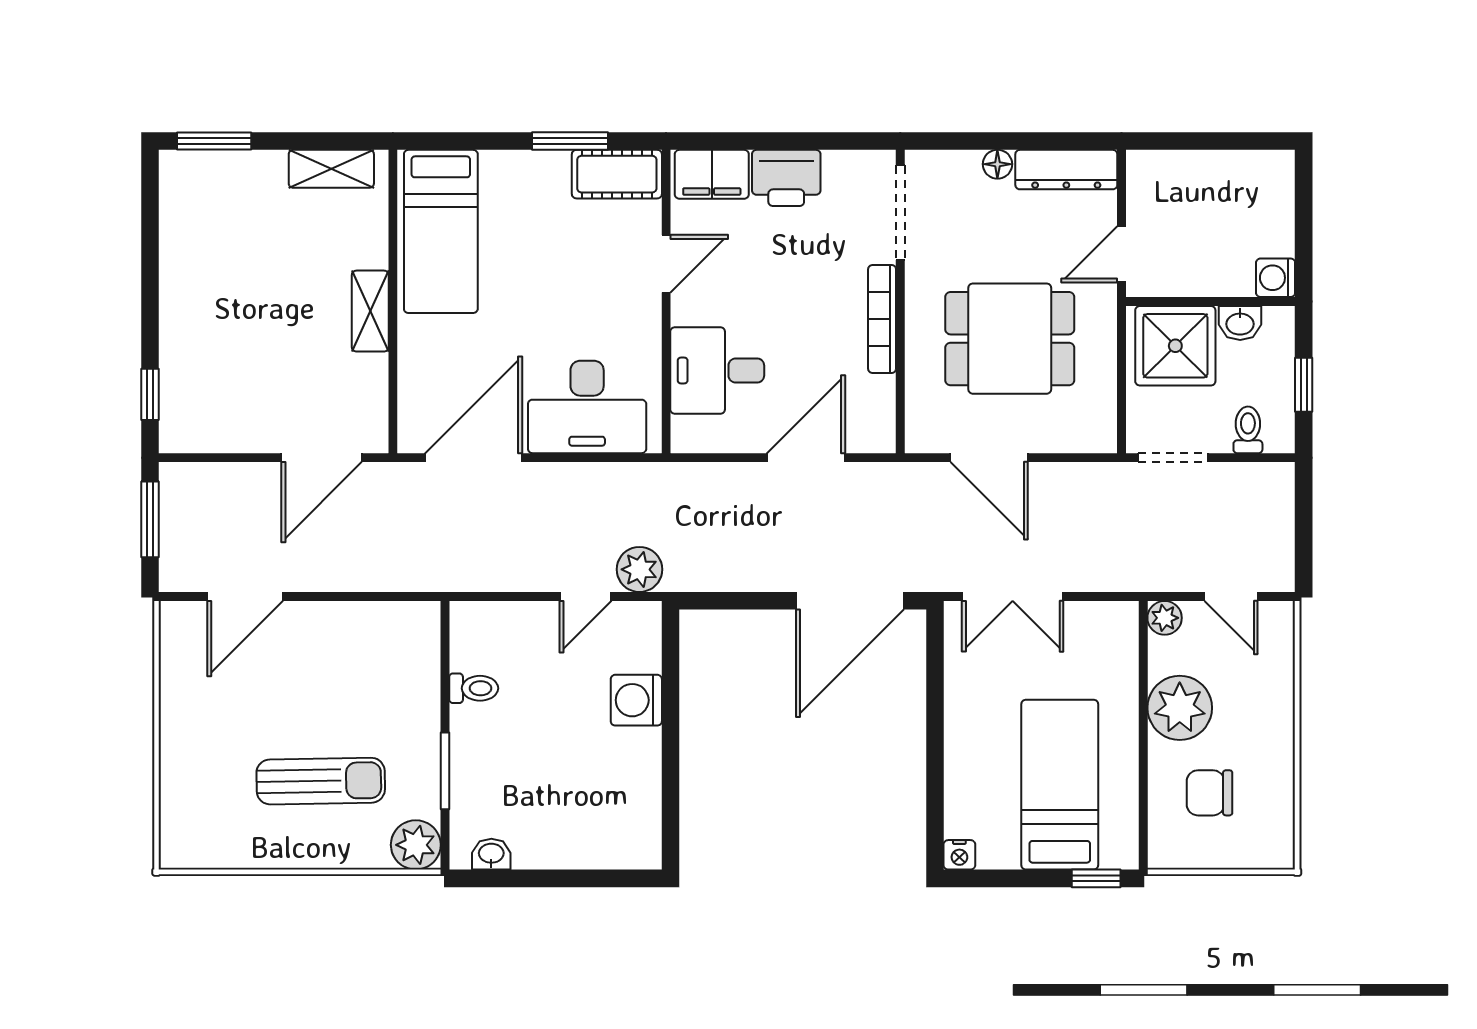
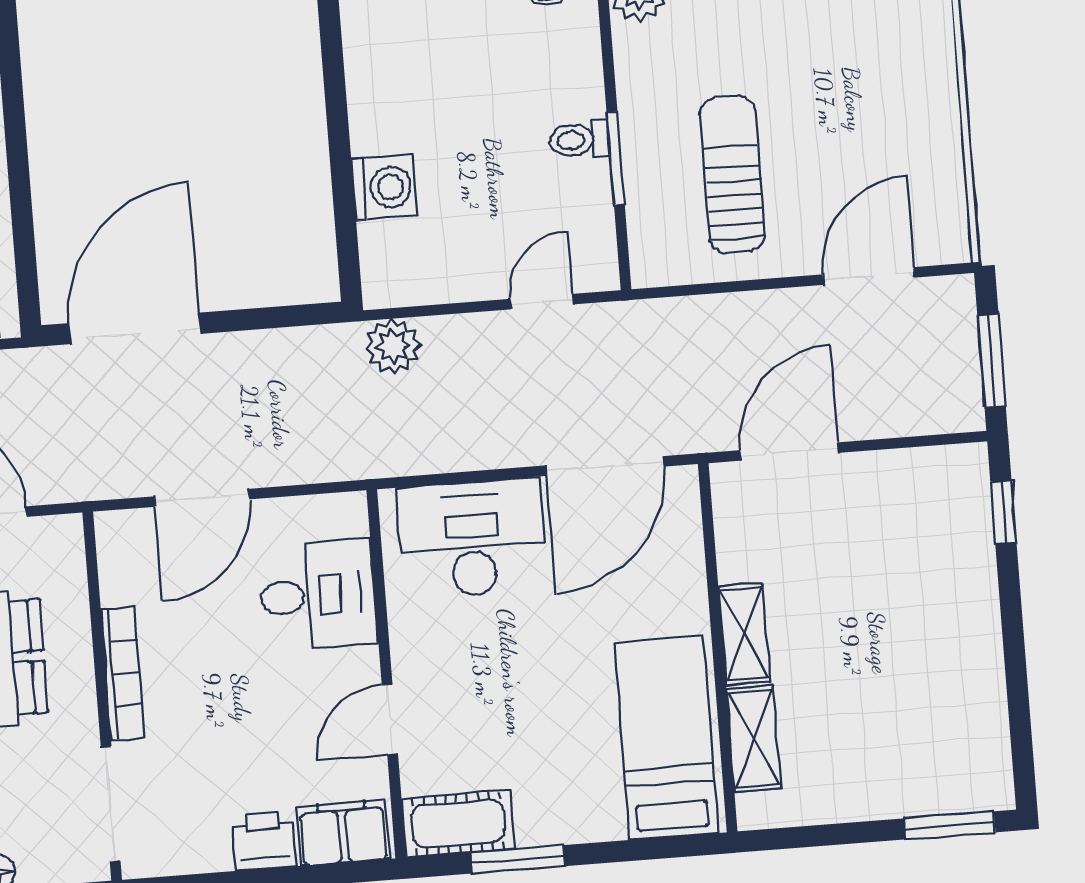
shelving: (331, 169) -> (753, 739), moved, turned 90
printer: (786, 178) -> (264, 841), width x0.73, depth x0.81
door: (585, 596) -> (542, 302), moved
toilet: (474, 688) -> (579, 140), moved
window: (445, 771) -> (616, 158), moved
sun lounger: (321, 781) -> (732, 174), moved, turned 91

